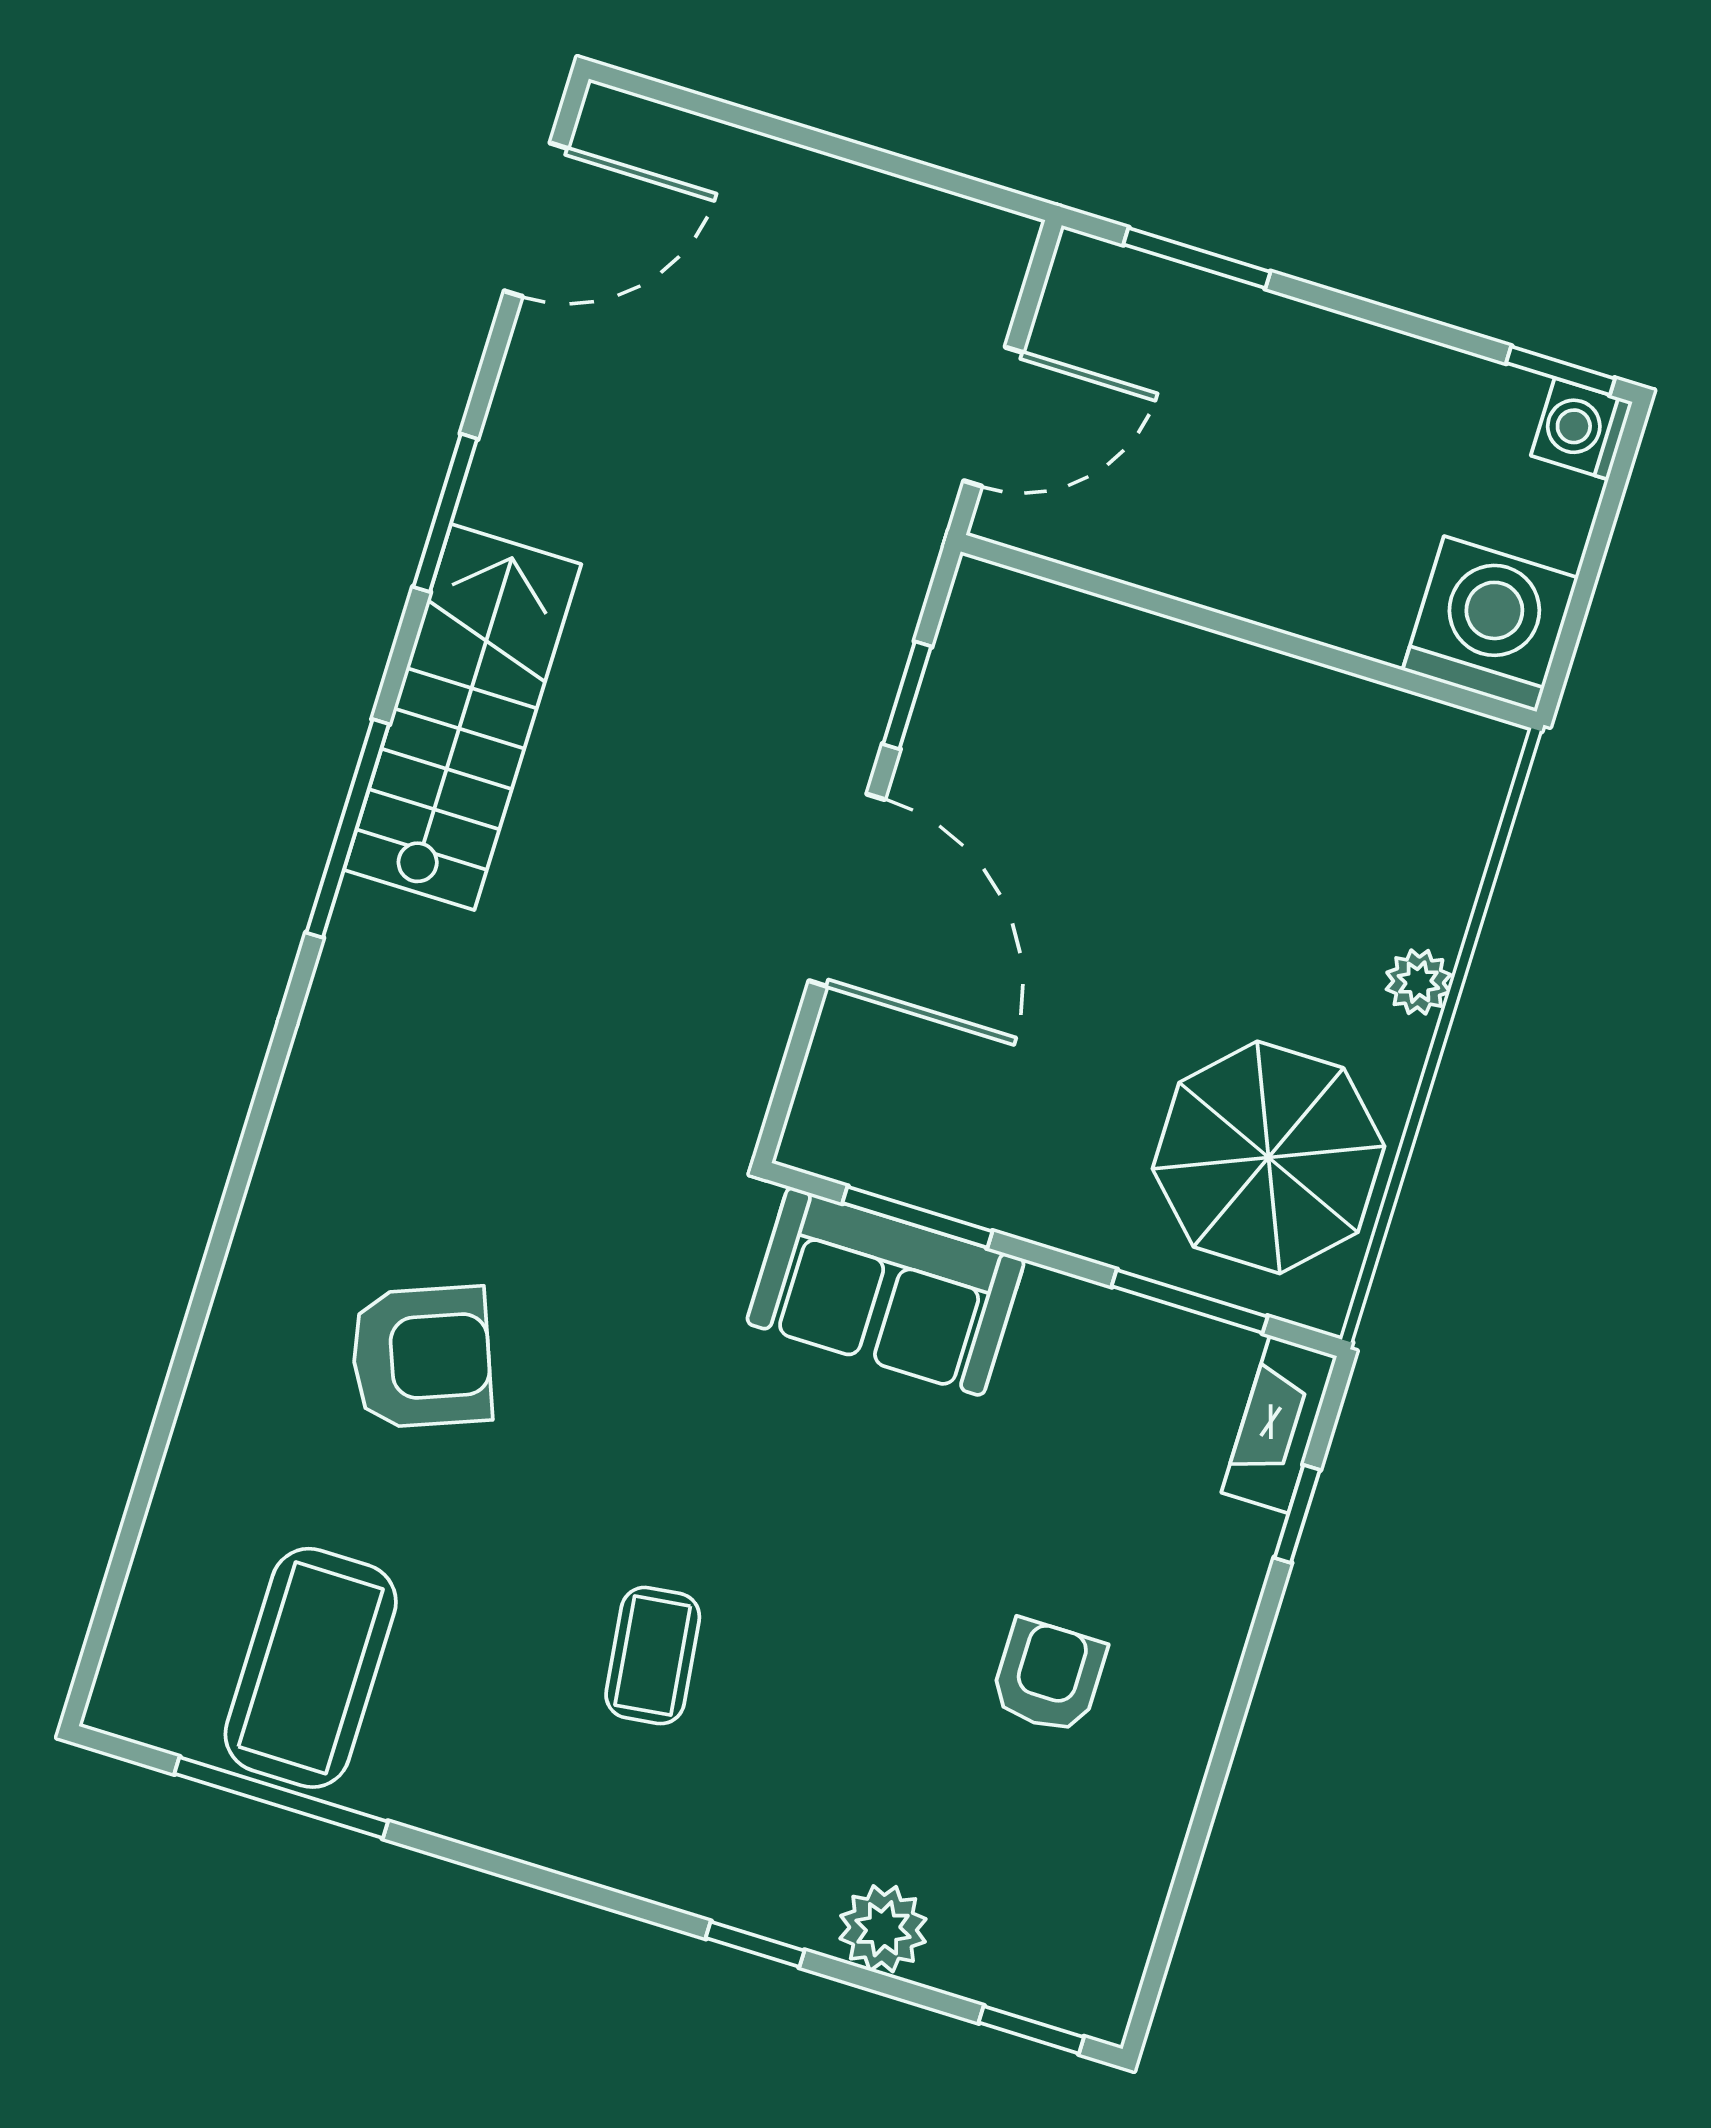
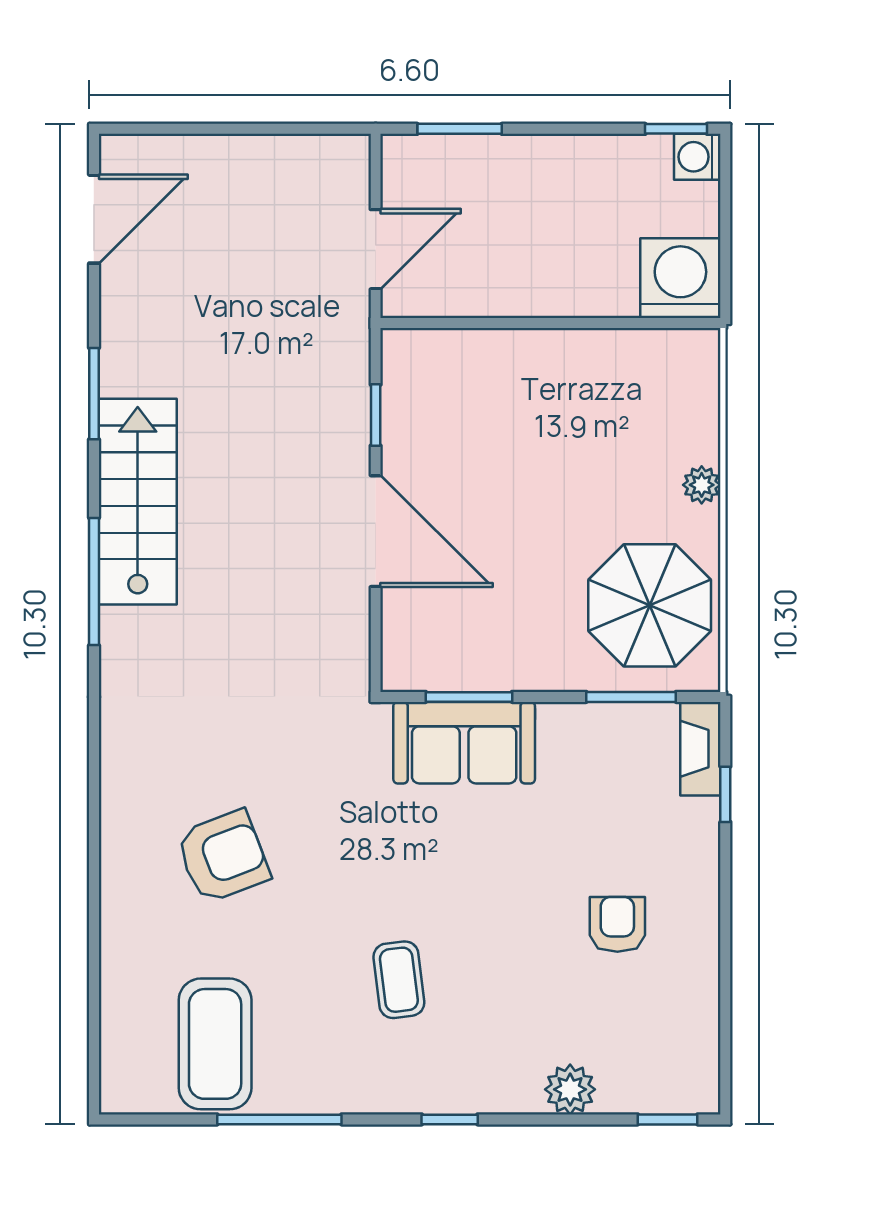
window: (281, 1798) -> (279, 1119), moved
window: (755, 1944) -> (450, 1119), moved

